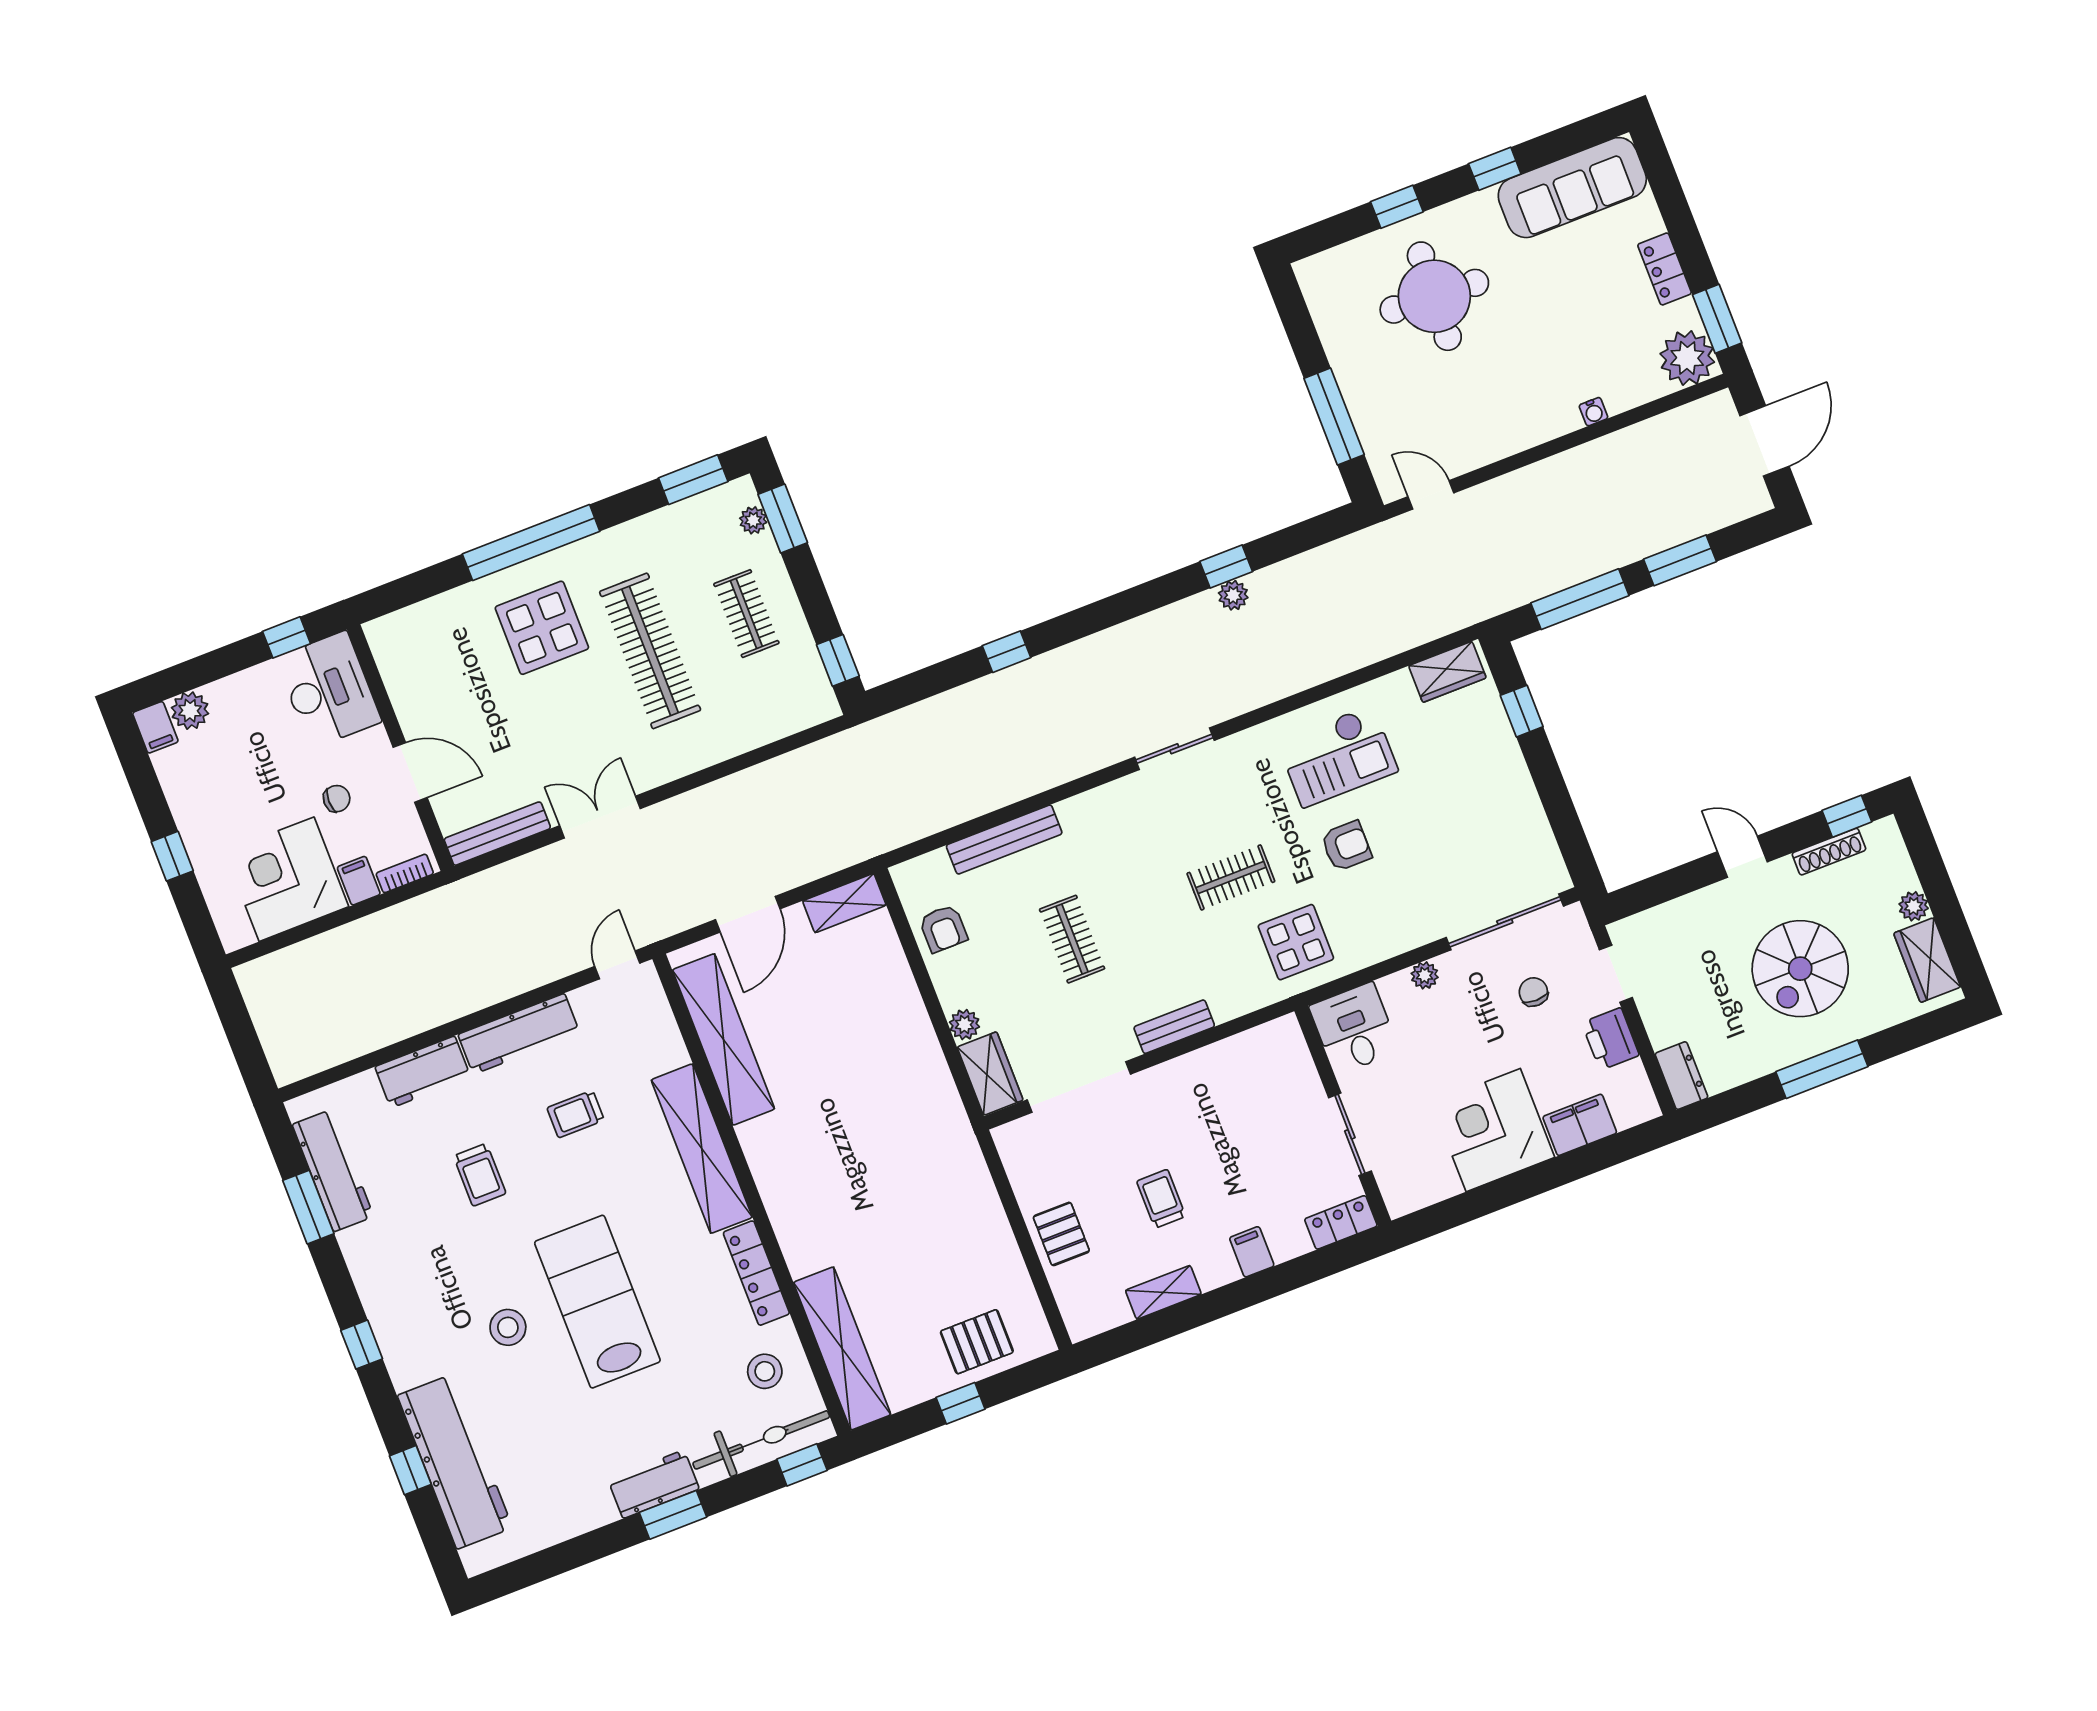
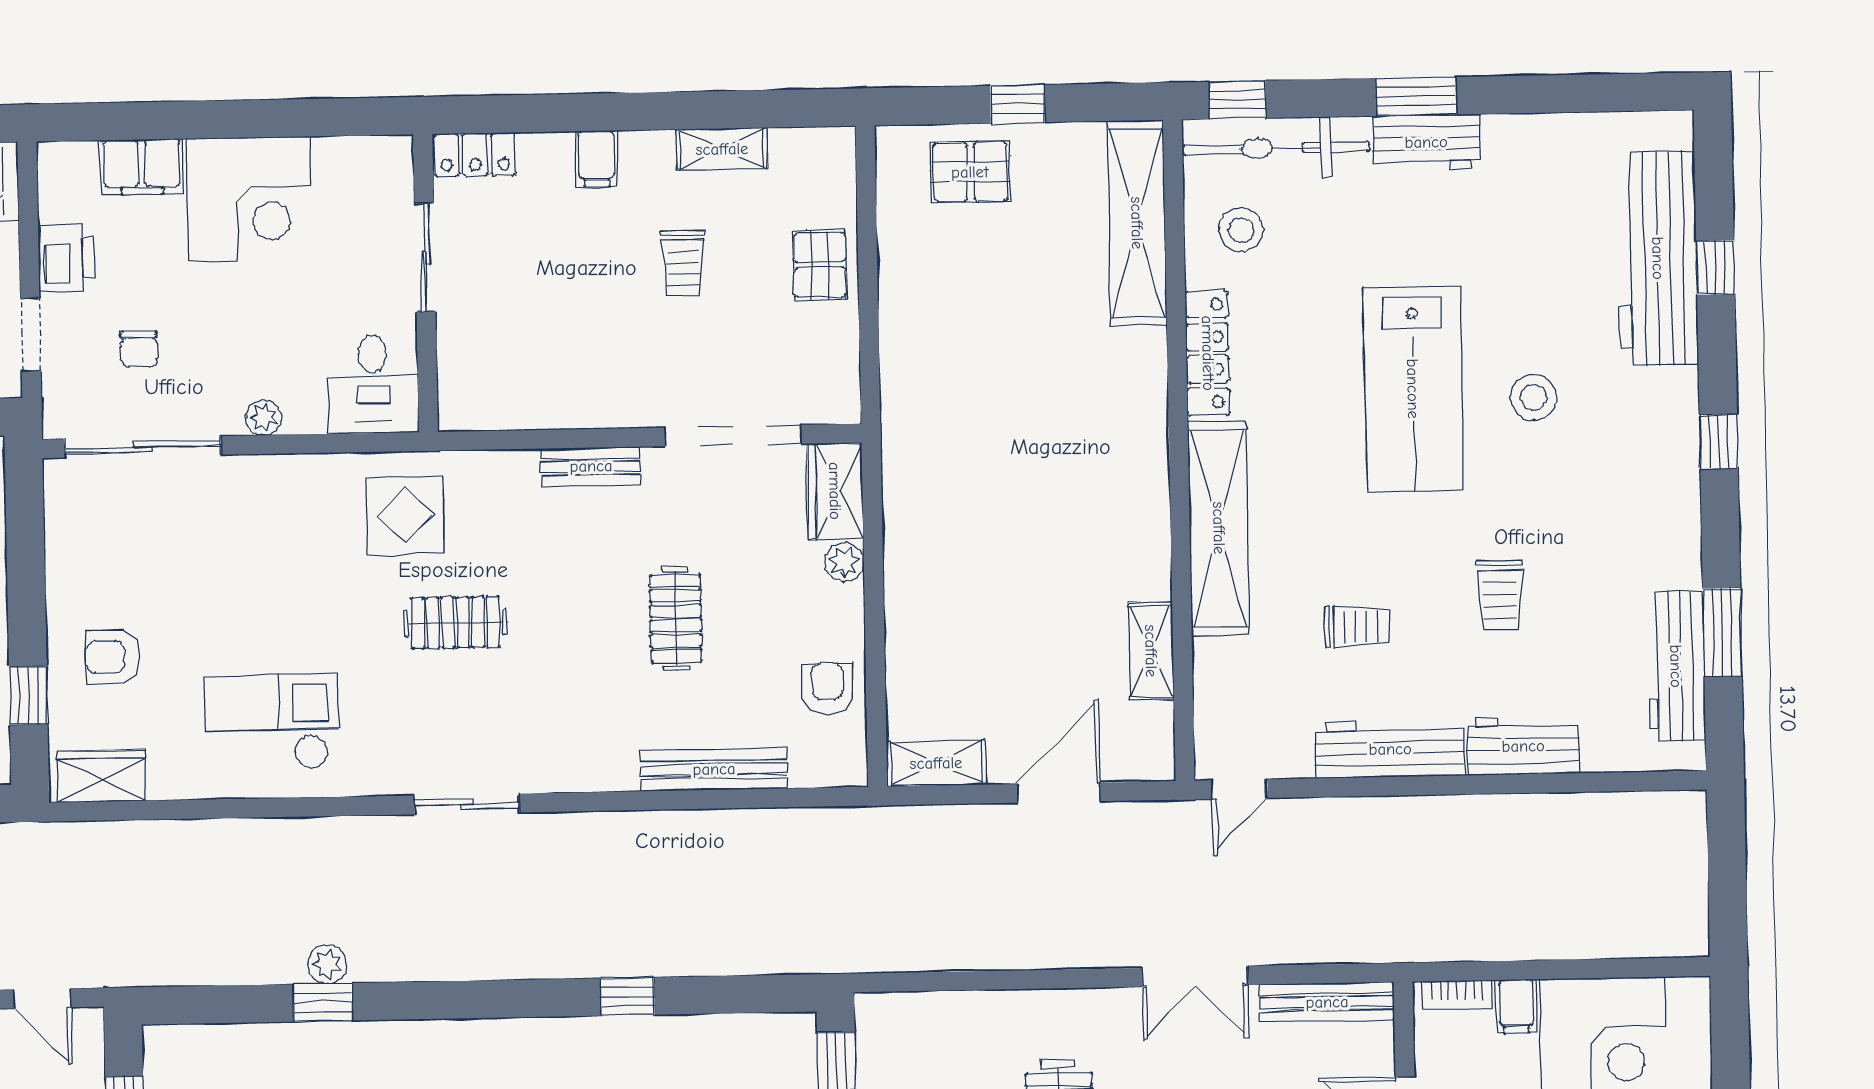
armchair: (1346, 846) -> (113, 657), moved
shelving: (723, 1039) -> (1151, 651), width x0.45, depth x0.75
trolley: (480, 1175) -> (1500, 595), turned 180

